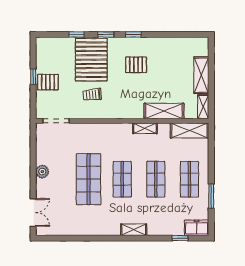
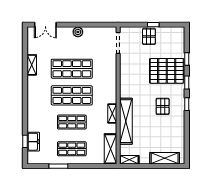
shelving: (201, 75) -> (165, 158), moved
trolley: (92, 95) -> (139, 72), removed
shelving: (164, 111) -> (126, 121), width x1.47
shop shelf: (122, 179) -> (72, 95), width x1.43, depth x1.36
freezer: (197, 228) -> (33, 142), moved
shelving: (134, 230) -> (32, 65), moved

